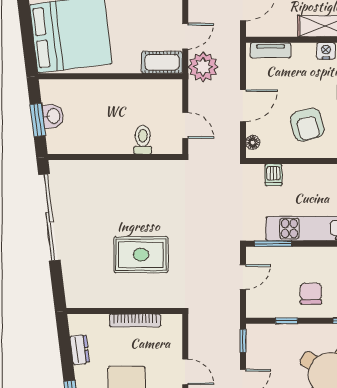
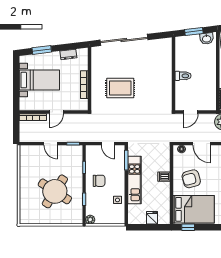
washbasin: (53, 116) -> (207, 39), moved
toilet: (143, 140) -> (183, 76), moved
dishwasher: (273, 175) -> (164, 177), moved
sliding door: (49, 217) -> (124, 40), moved
rug: (141, 255) -> (120, 88), turned 90

